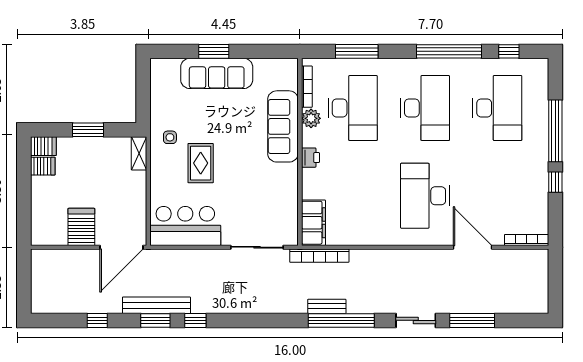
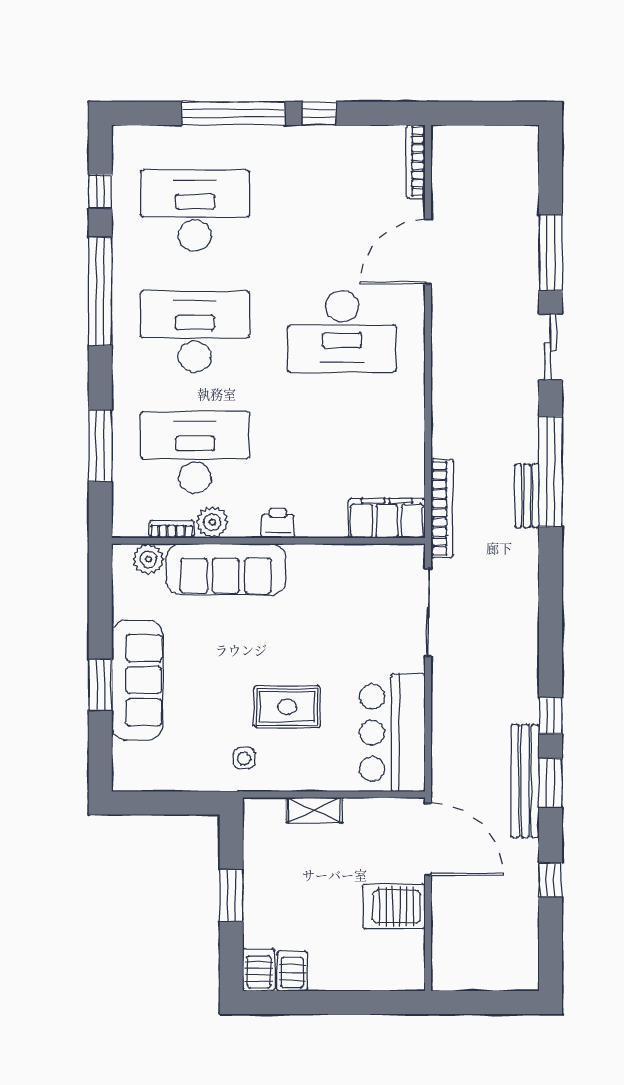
plant: (289, 80) -> (148, 559), added
bookcase: (307, 87) -> (172, 529), width x0.64
shelving: (139, 153) -> (314, 810), moved

